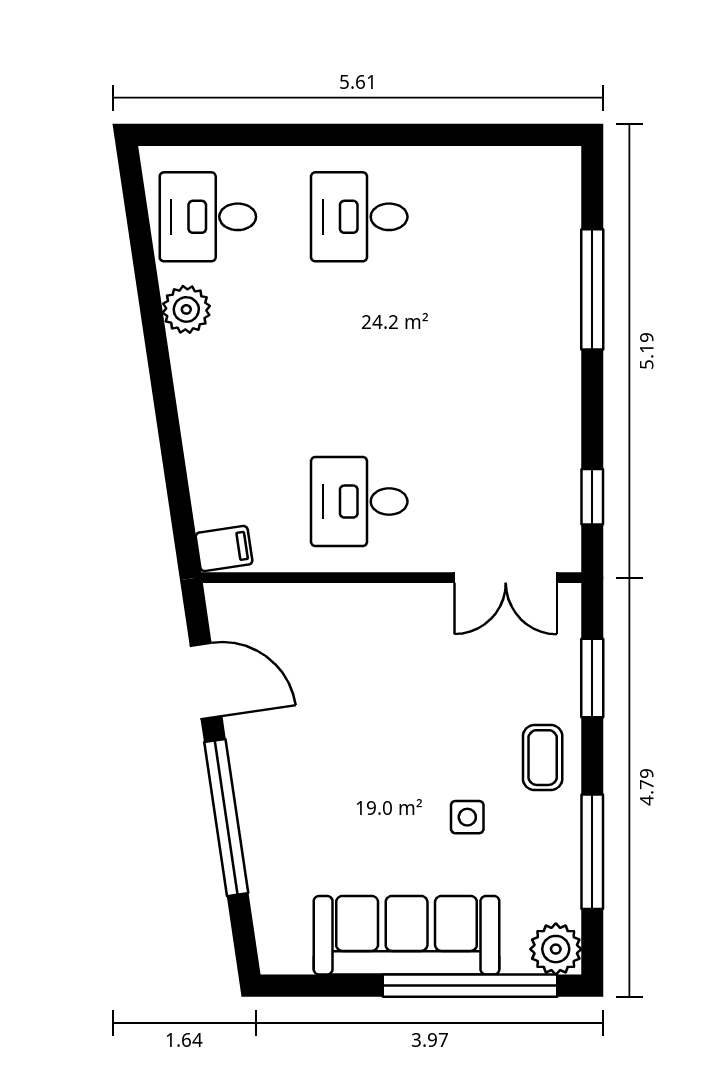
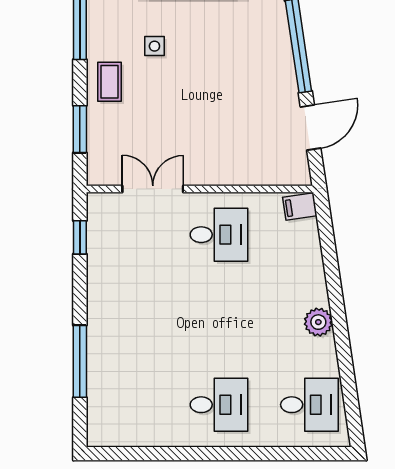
plant: (186, 309) -> (318, 322), moved
double door: (506, 578) -> (153, 189), moved
door: (206, 681) -> (311, 128), swing flipped

